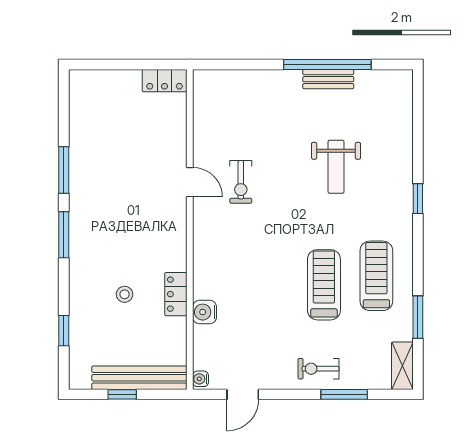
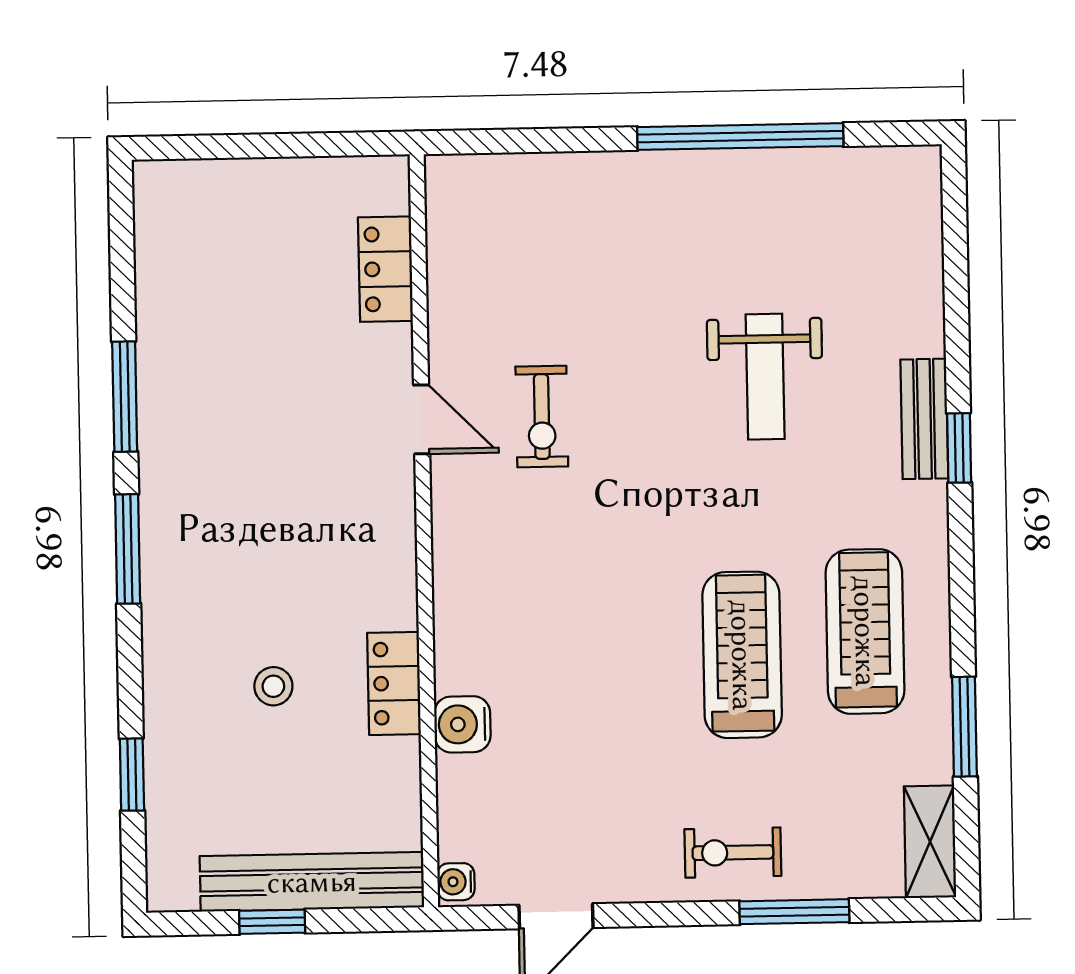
bench: (328, 79) -> (924, 419), moved, turned 90
locker: (165, 81) -> (385, 269), moved, turned 90

